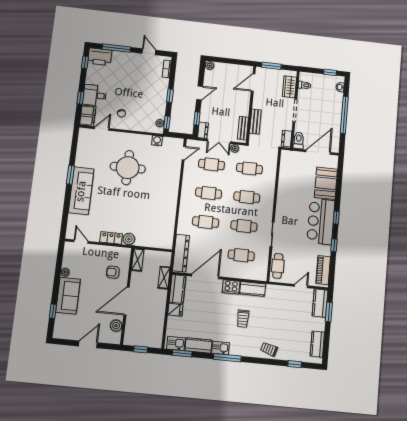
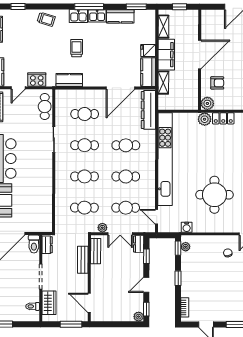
window: (202, 71) -> (146, 309), added
door: (253, 83) -> (89, 303), swing flipped
double door: (219, 141) -> (120, 234), swing flipped
door: (184, 153) -> (157, 217), hinge flipped
kitchen unit: (170, 205) -> (165, 159), added
shelving: (138, 260) -> (163, 27), moved
cooker: (231, 287) -> (37, 80), moved
filing cabinet: (158, 304) -> (166, 55), added
plant: (116, 326) -> (207, 103), moved
kitchen sink: (176, 343) -> (78, 16), moved

